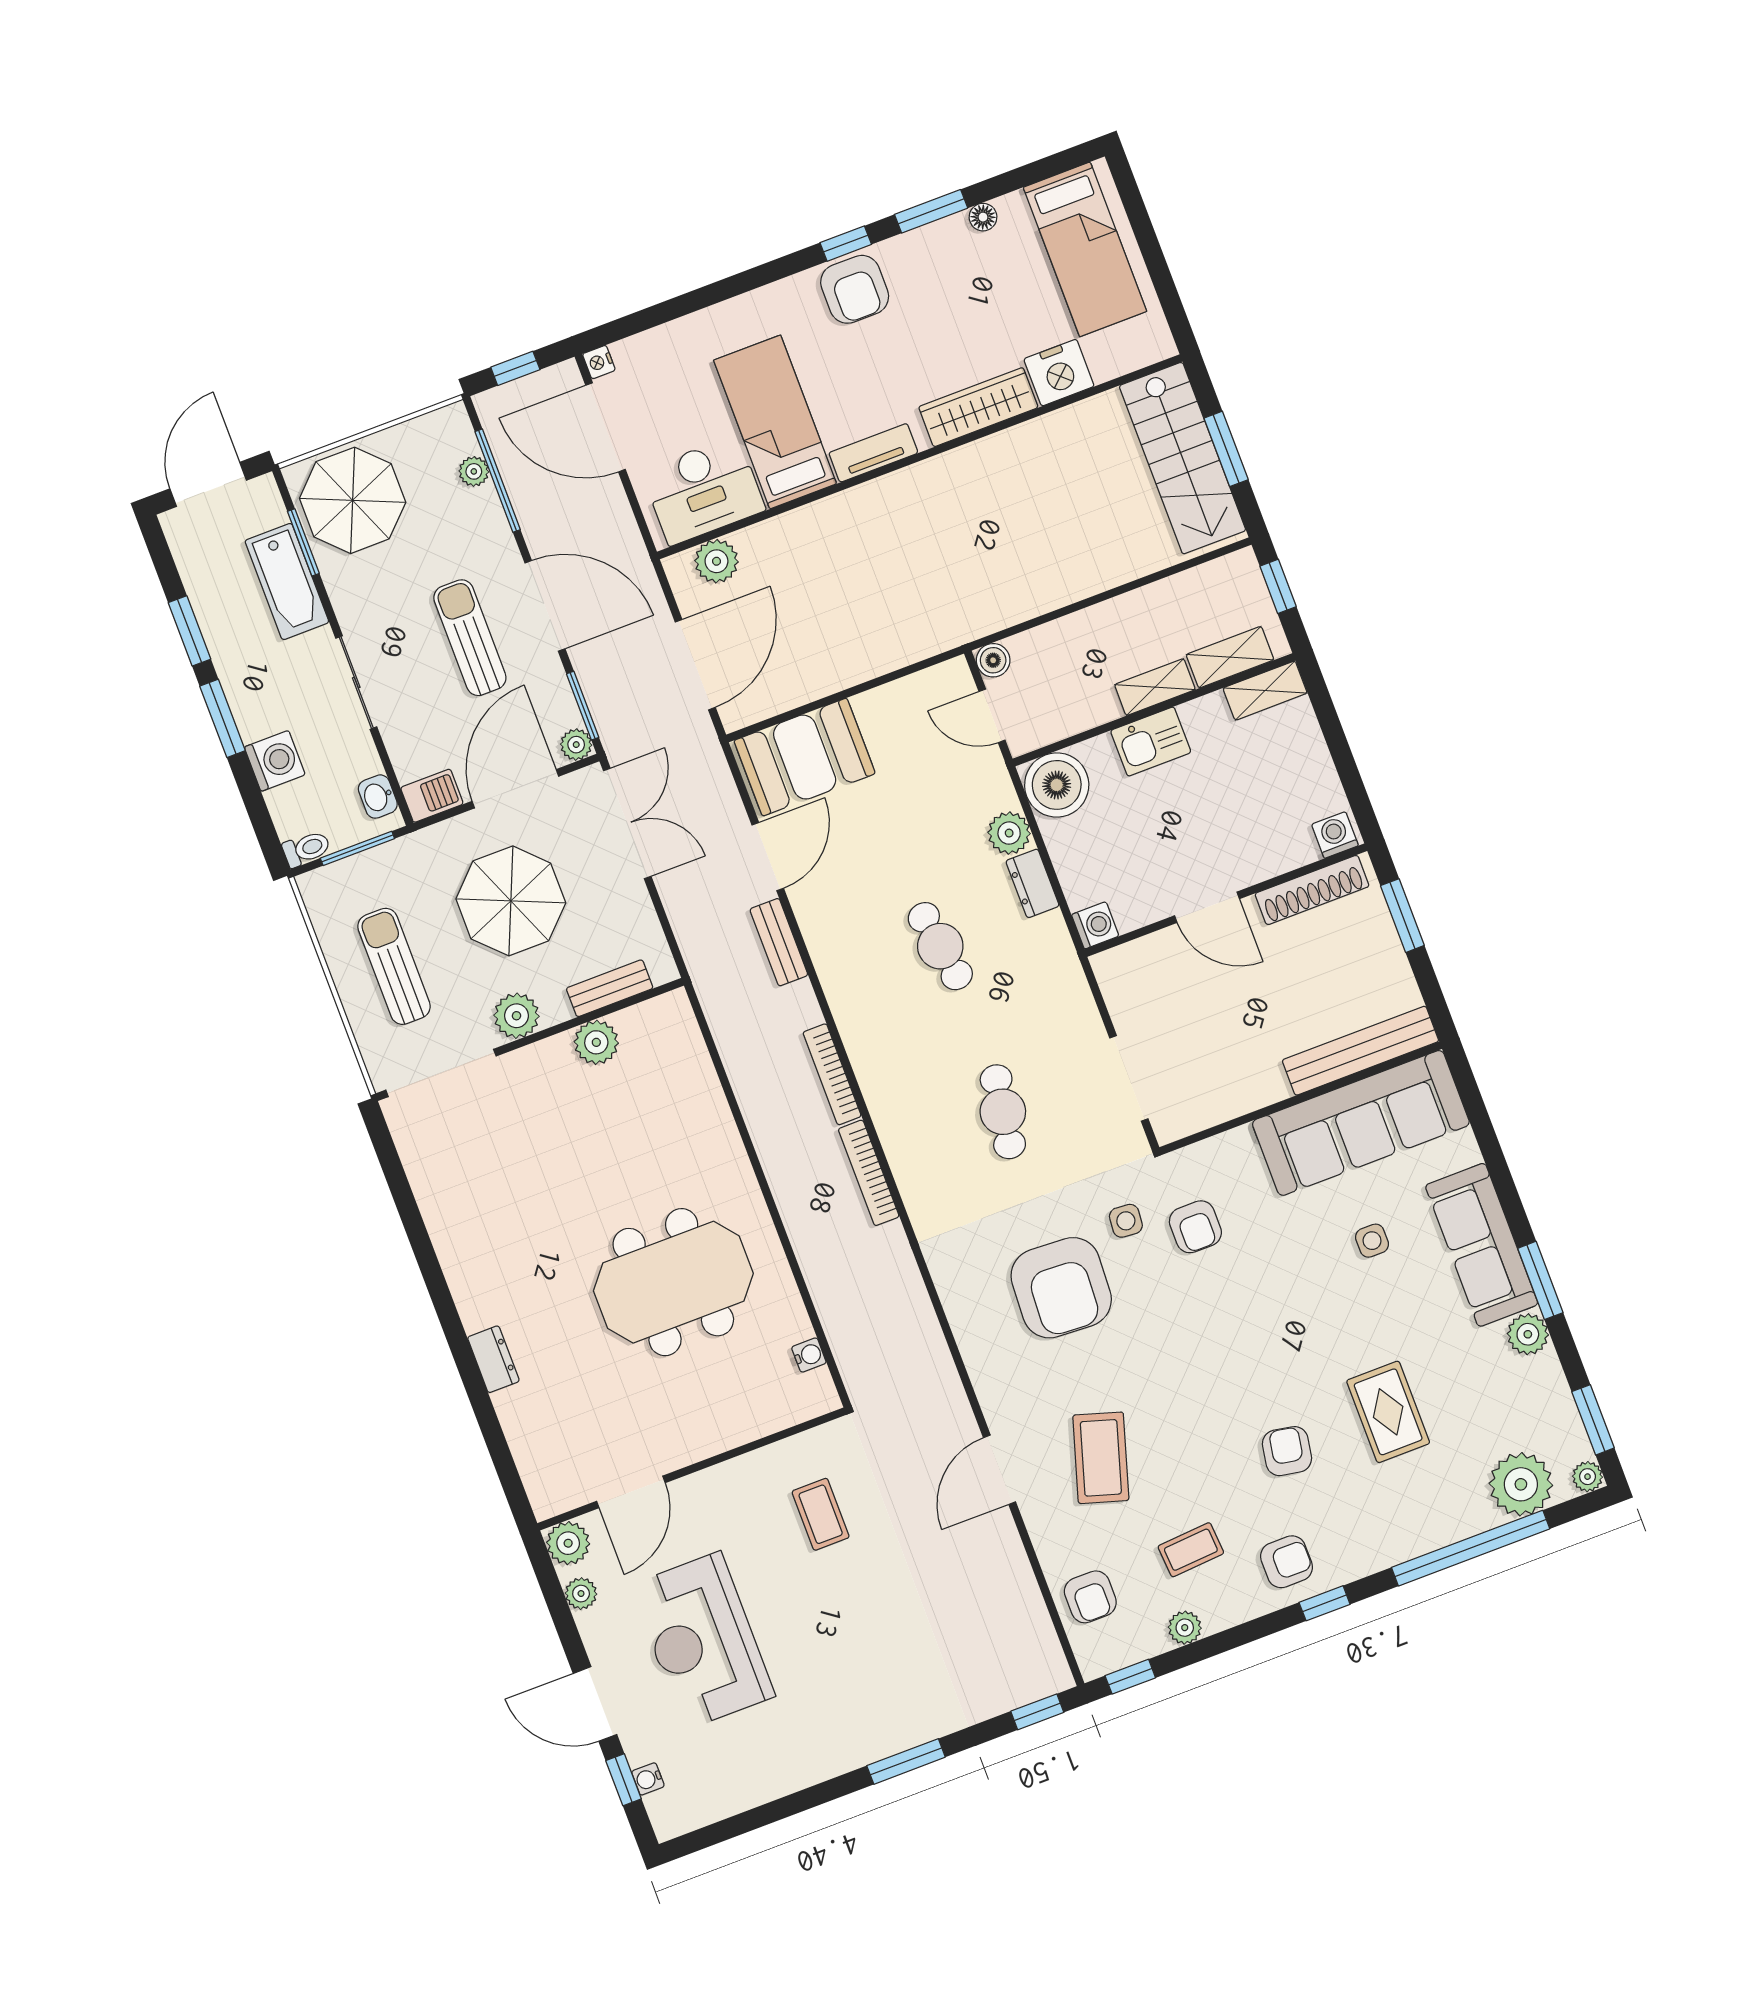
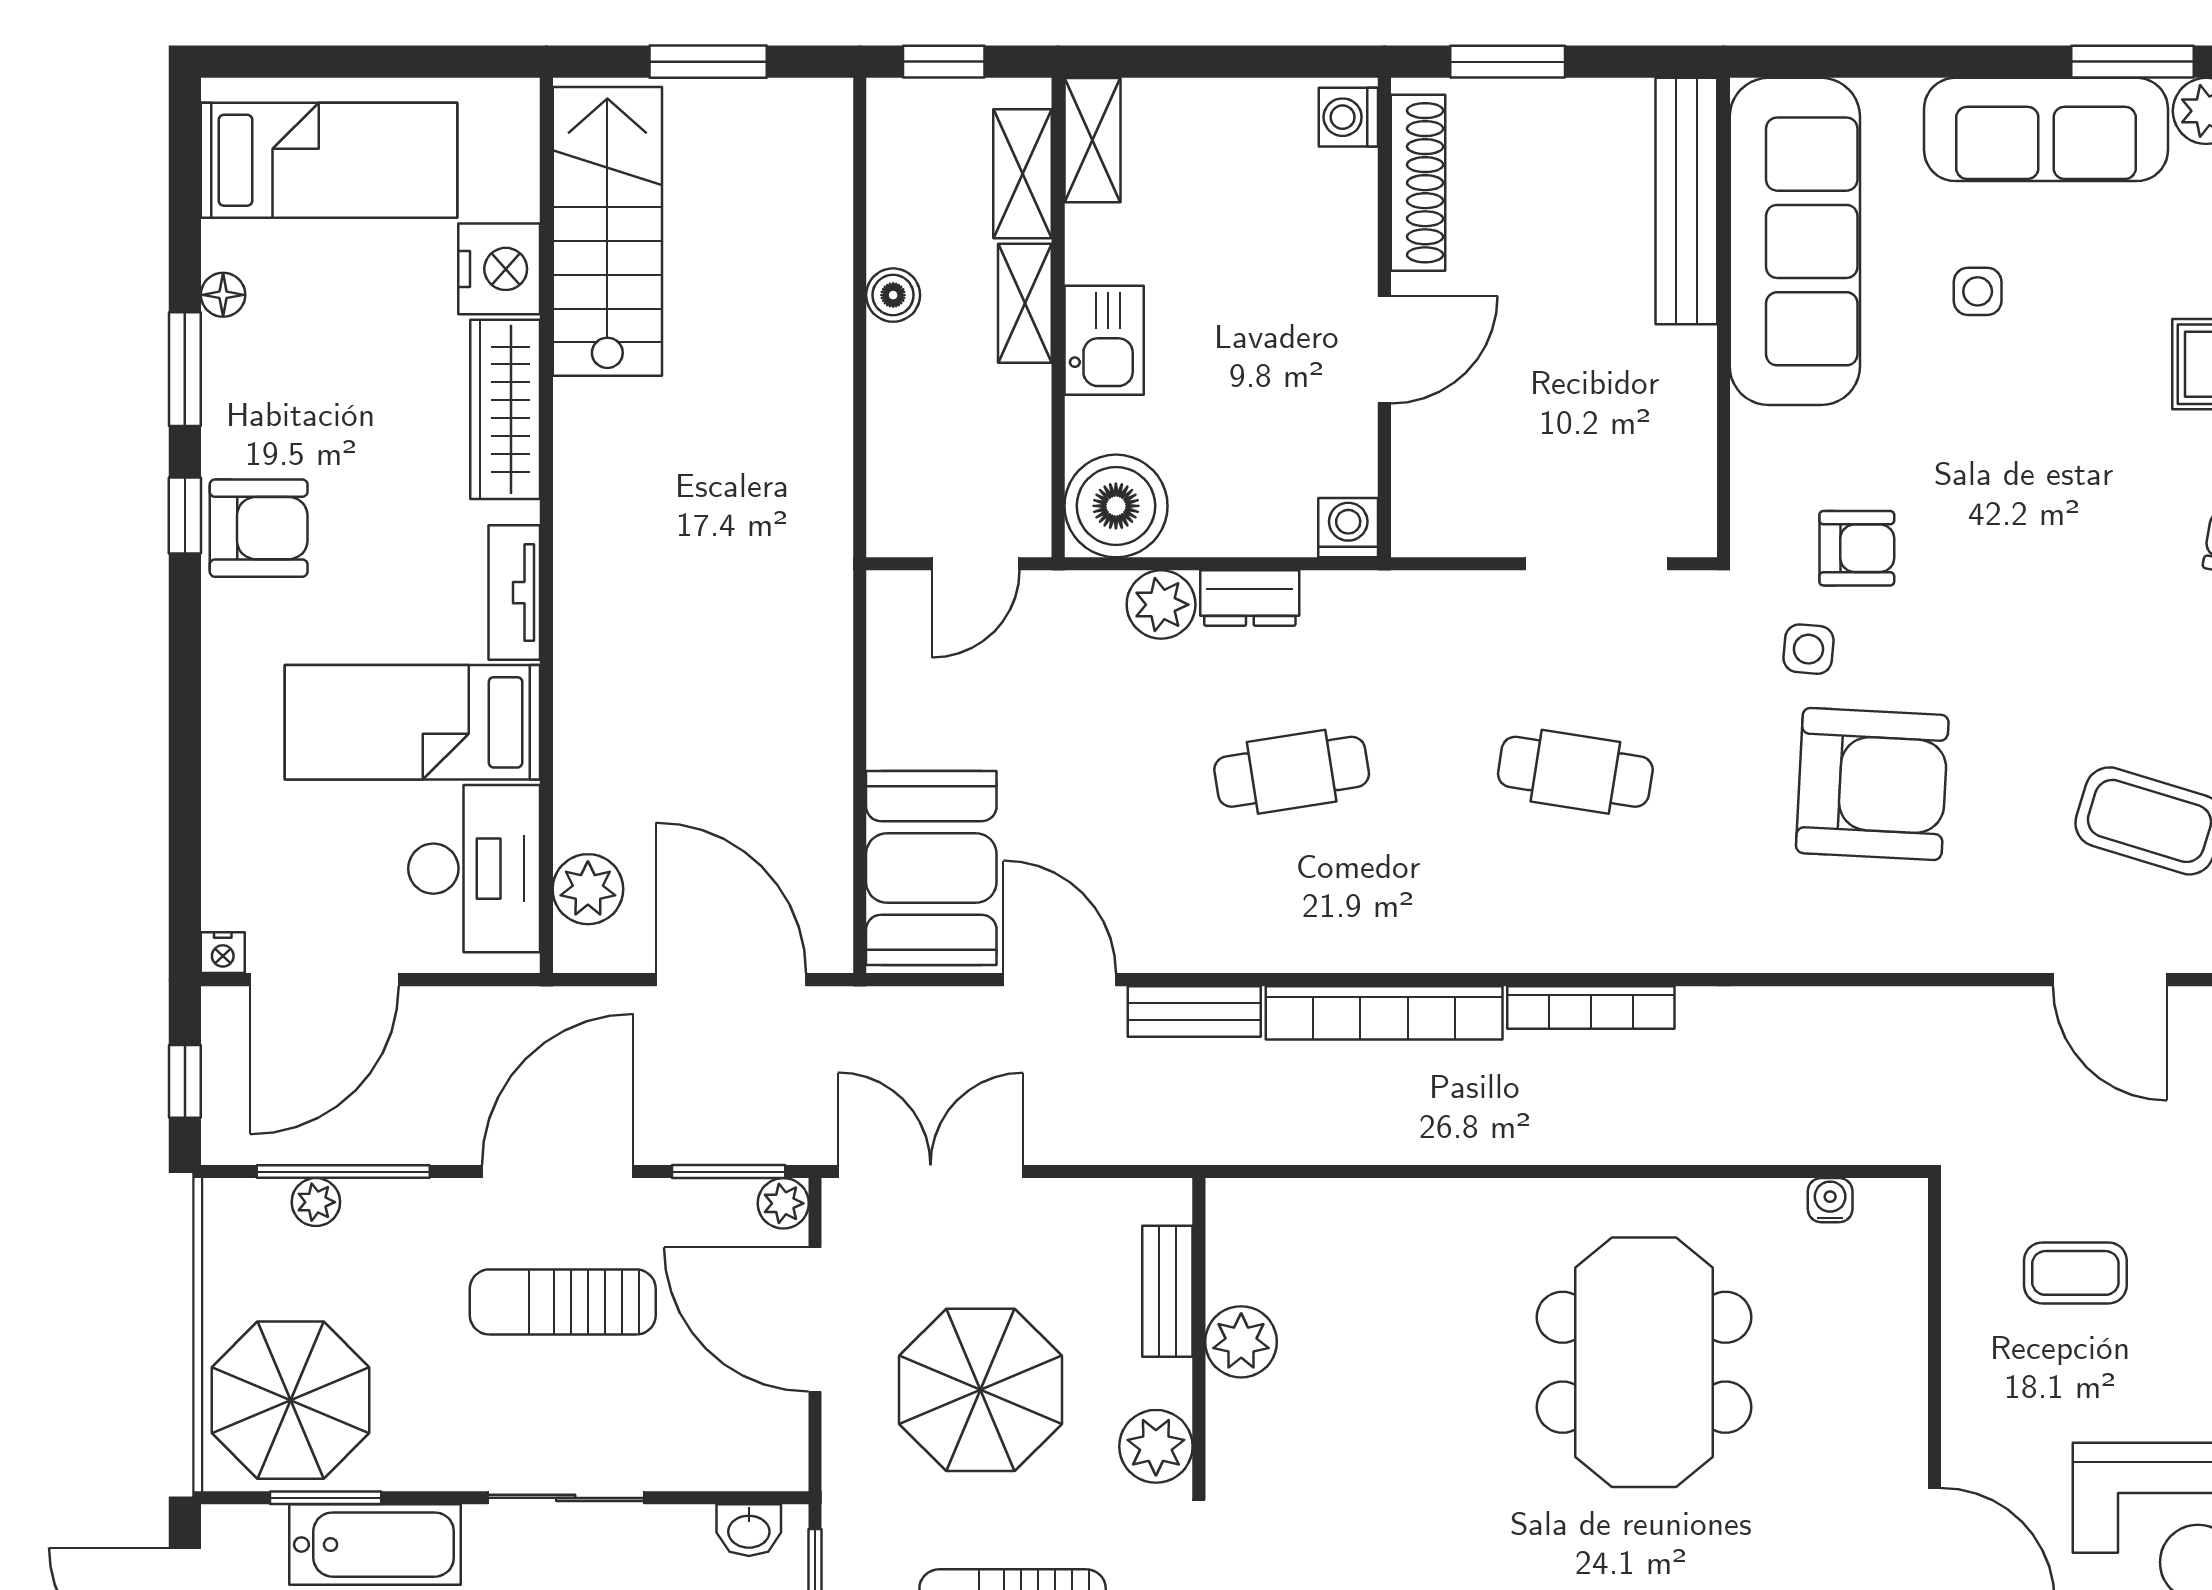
stairs: (1183, 458) -> (607, 231), moved, turned -90
boiler: (993, 660) -> (893, 295), moved
barbecue: (432, 796) -> (778, 1449), removed
bookcase: (832, 1074) -> (1384, 1013), width x1.48, depth x1.31

